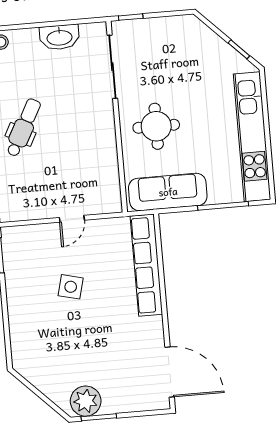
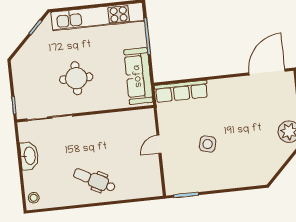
round table: (156, 126) -> (76, 78), moved
door: (72, 219) -> (159, 144), swing flipped
row of seats: (146, 265) -> (181, 91), width x0.73

